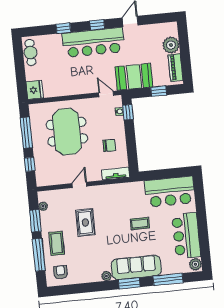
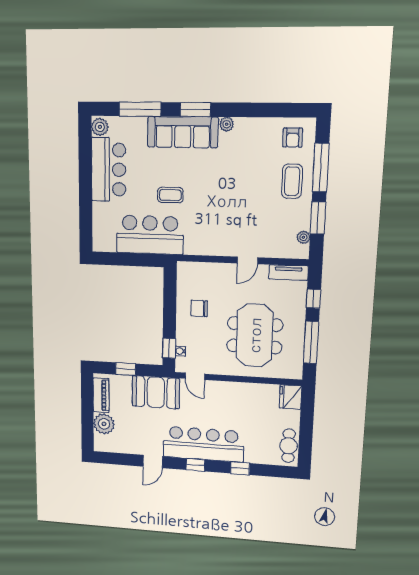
tv unit: (116, 174) -> (288, 273), moved
bar counter: (170, 192) -> (150, 235), moved
rug: (85, 223) -> (247, 206), removed

